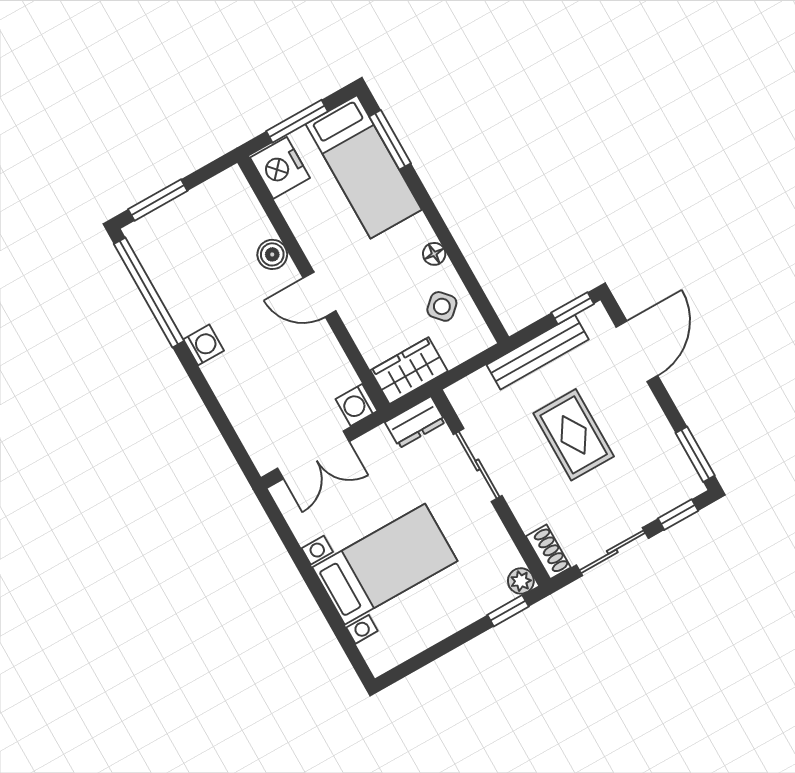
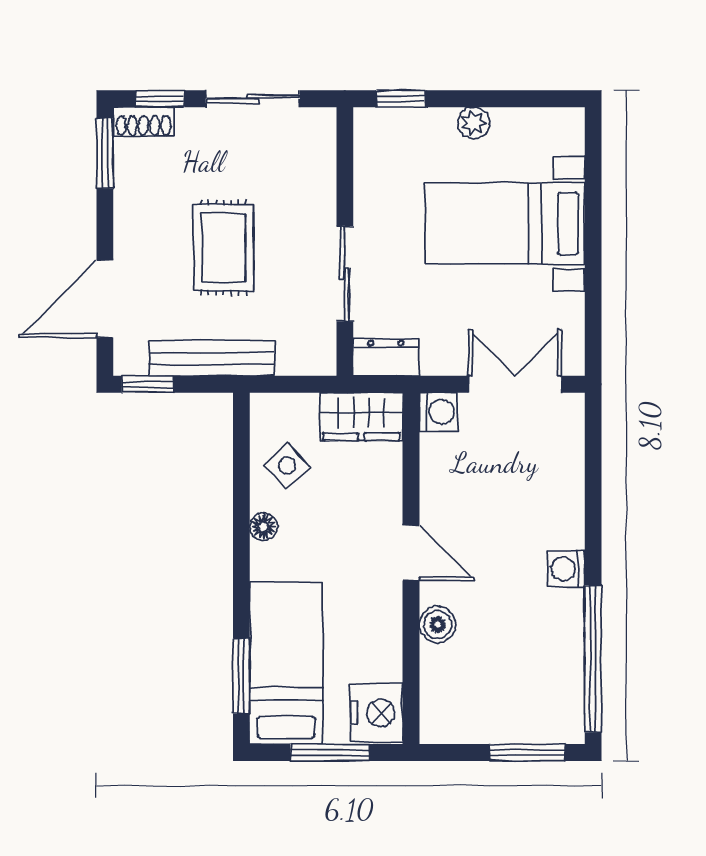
shoe rack: (548, 552) -> (144, 122), moved, turned -90
plant: (521, 581) -> (474, 123), moved

